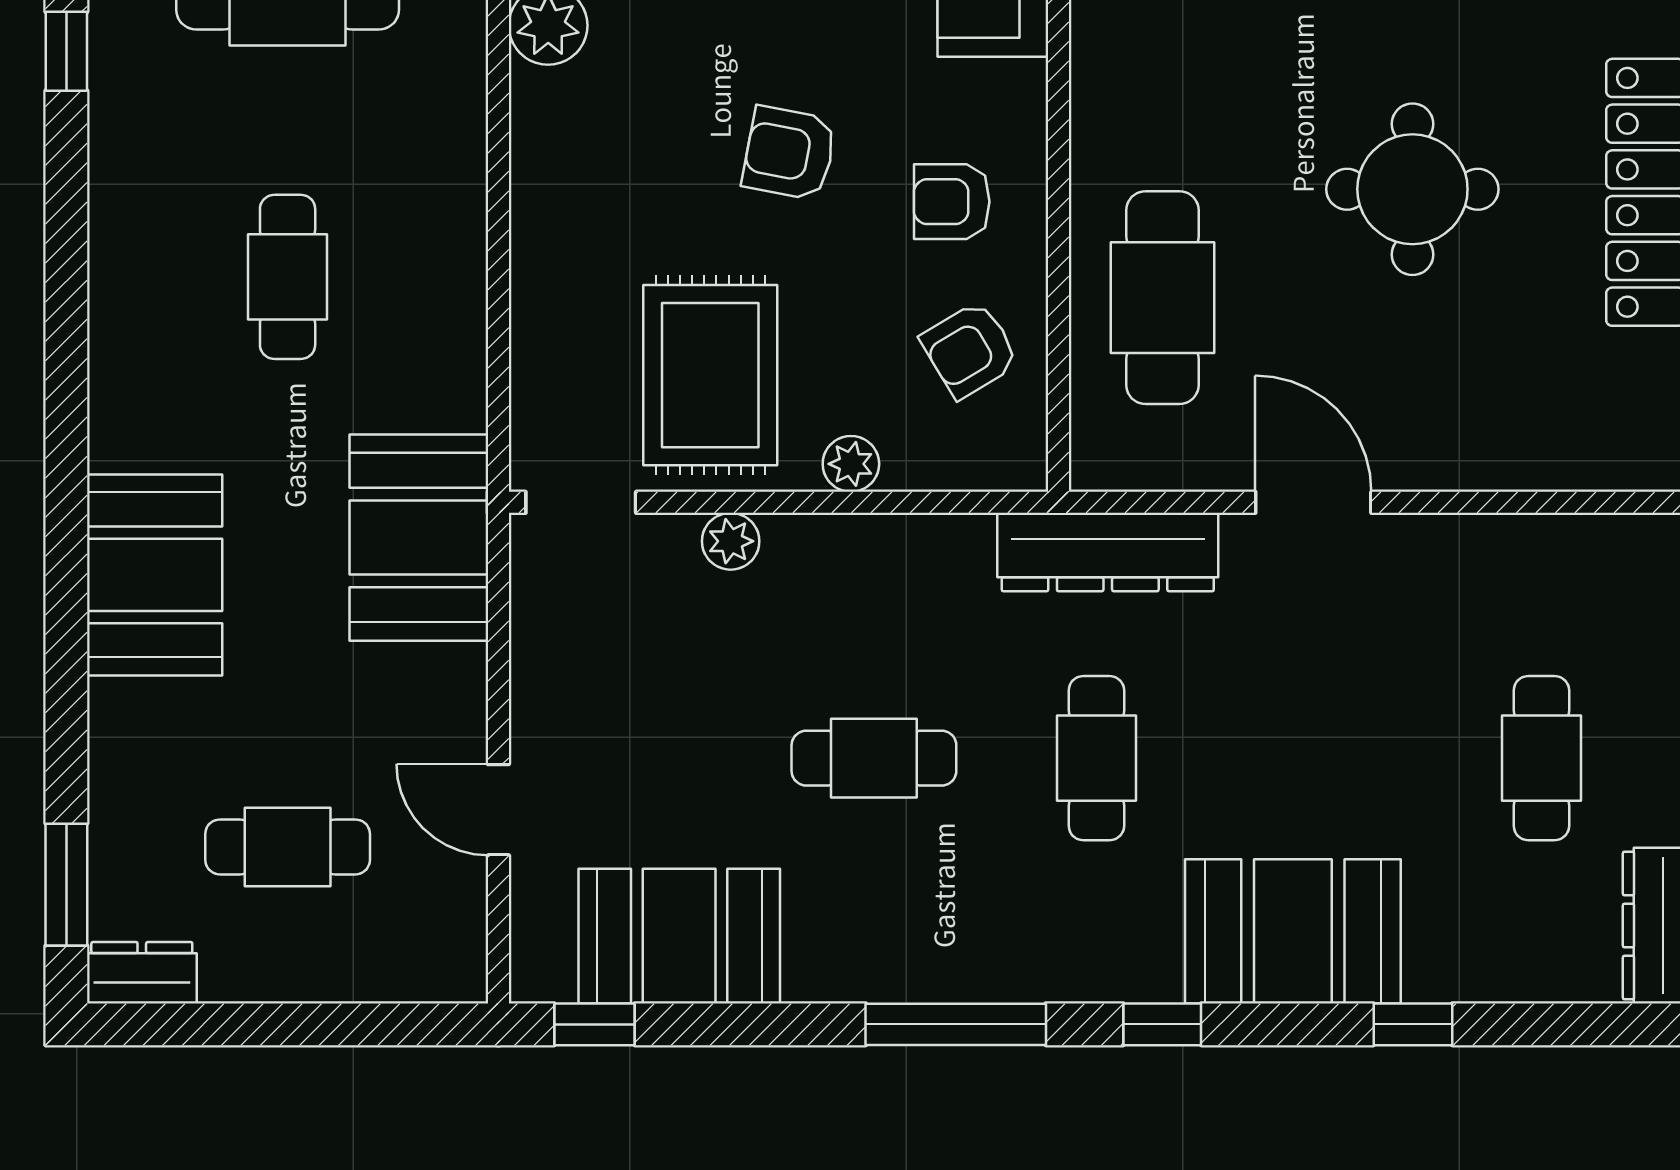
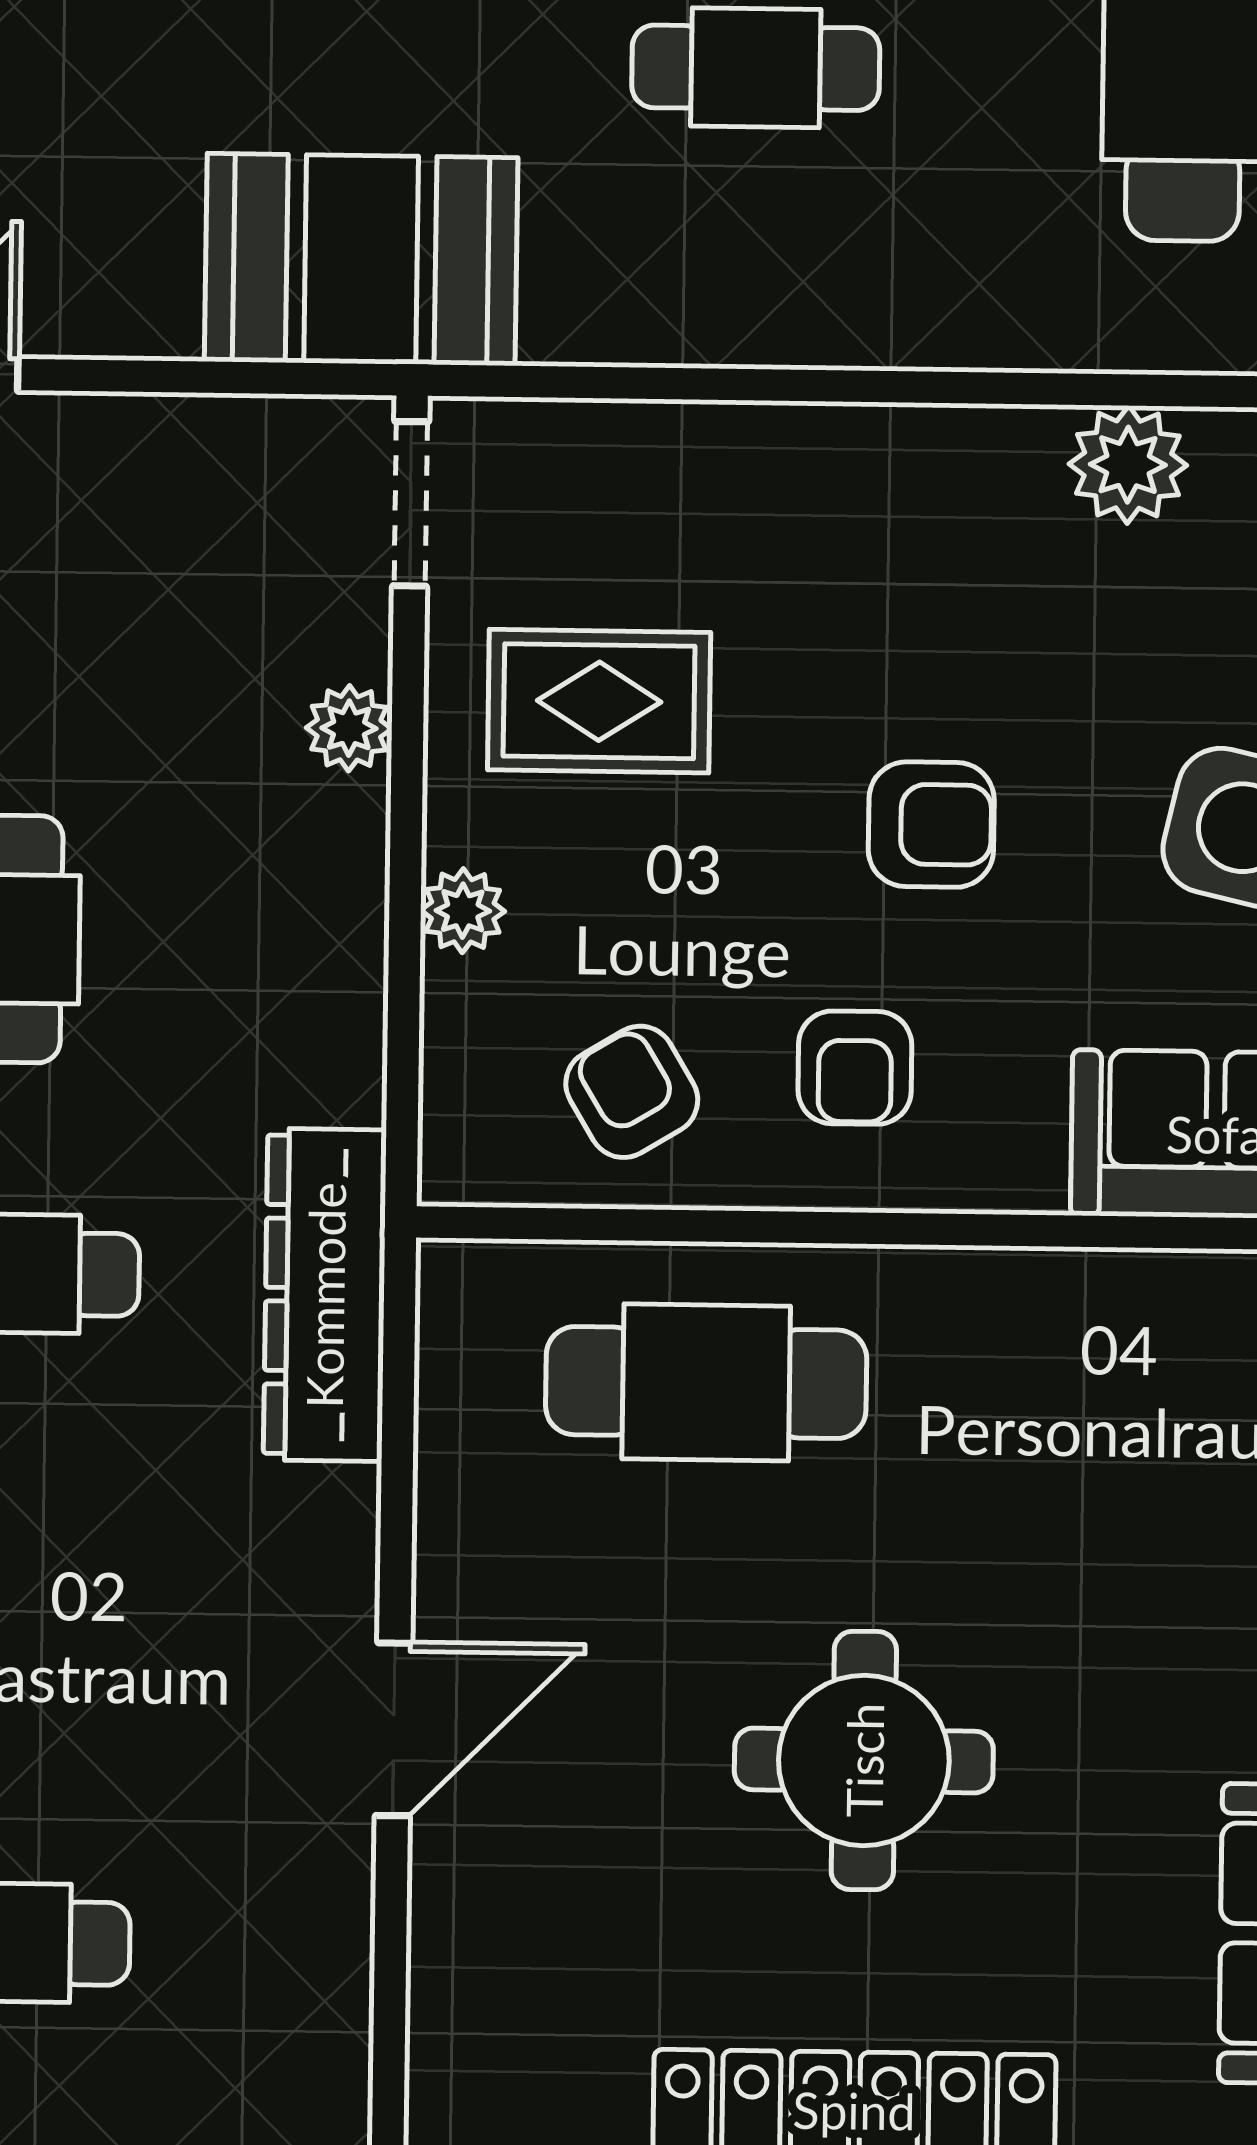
armchair: (789, 153) -> (931, 825), turned 79
armchair: (952, 202) -> (855, 1068), turned 180
rug: (710, 375) -> (599, 701), width x0.73, depth x0.70
door: (1313, 502) -> (394, 1729), moved

